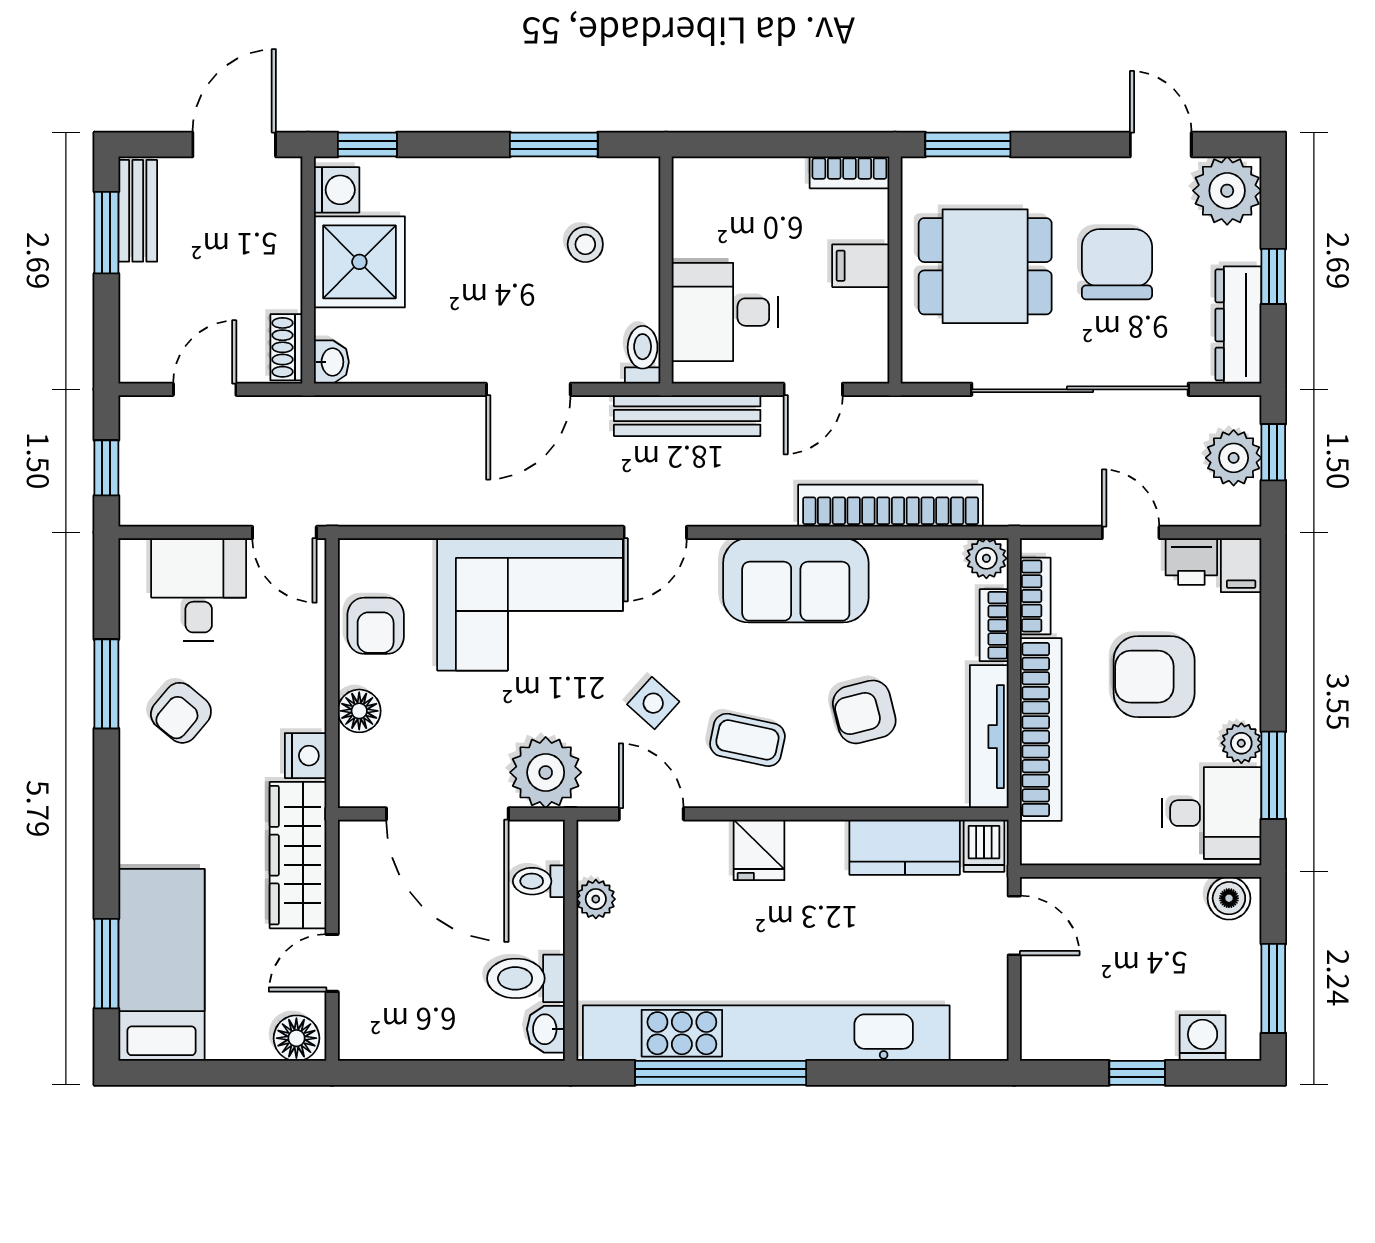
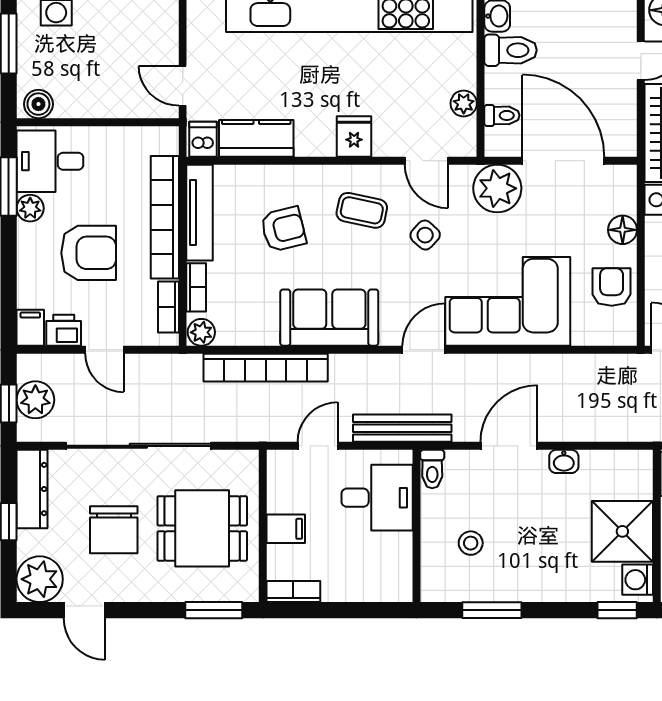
washbasin: (331, 362) -> (564, 461), moved, turned -90

